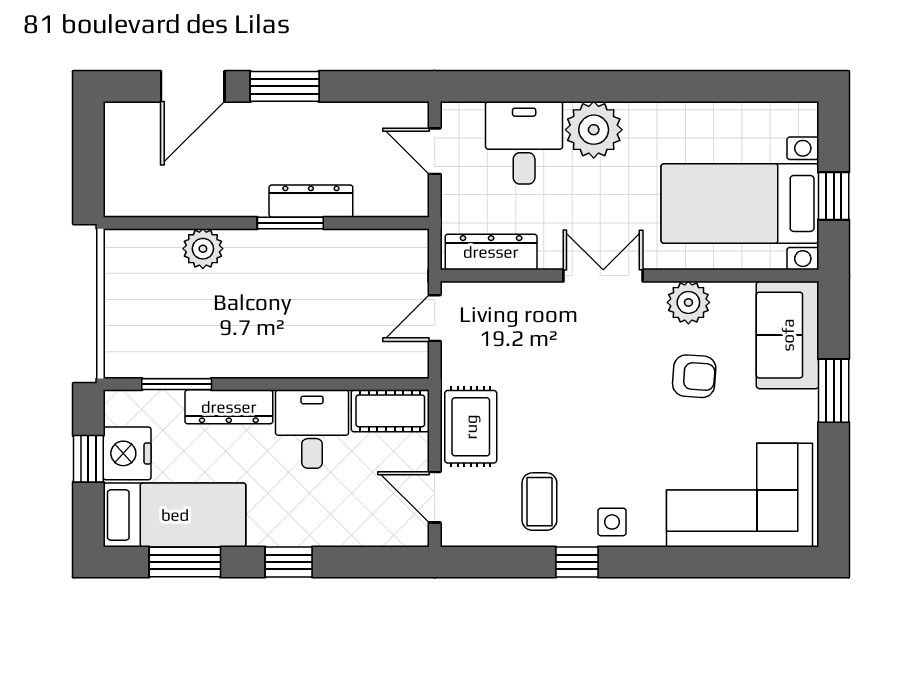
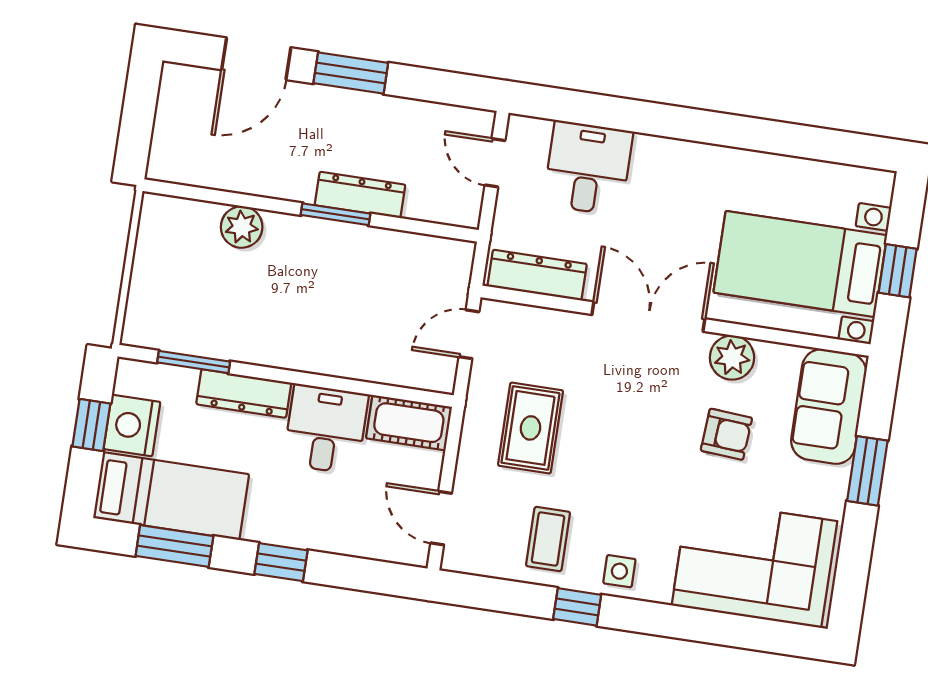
plant: (594, 130) -> (662, 165), removed
double door: (603, 276) -> (648, 317), width x1.37
rug: (471, 427) -> (530, 428), moved

